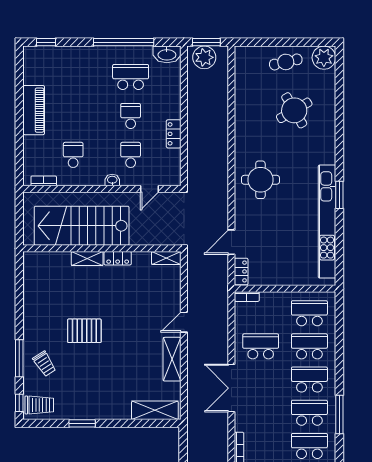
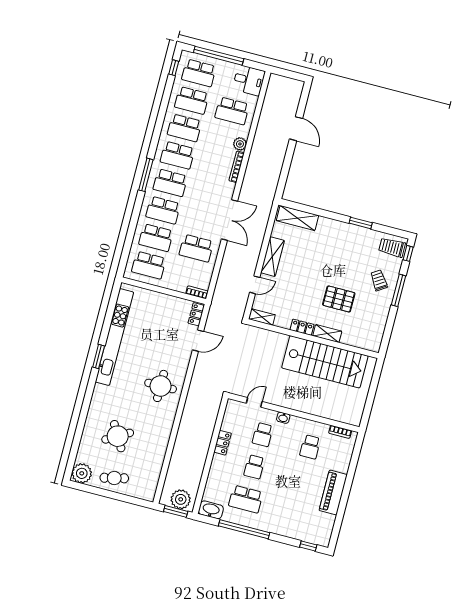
stairs: (82, 226) -> (325, 362), moved
wall: (102, 248) -> (313, 339), moved
locker: (118, 258) -> (302, 327), moved
shelving: (166, 258) -> (262, 317), moved
shelving: (87, 259) -> (327, 334), moved

